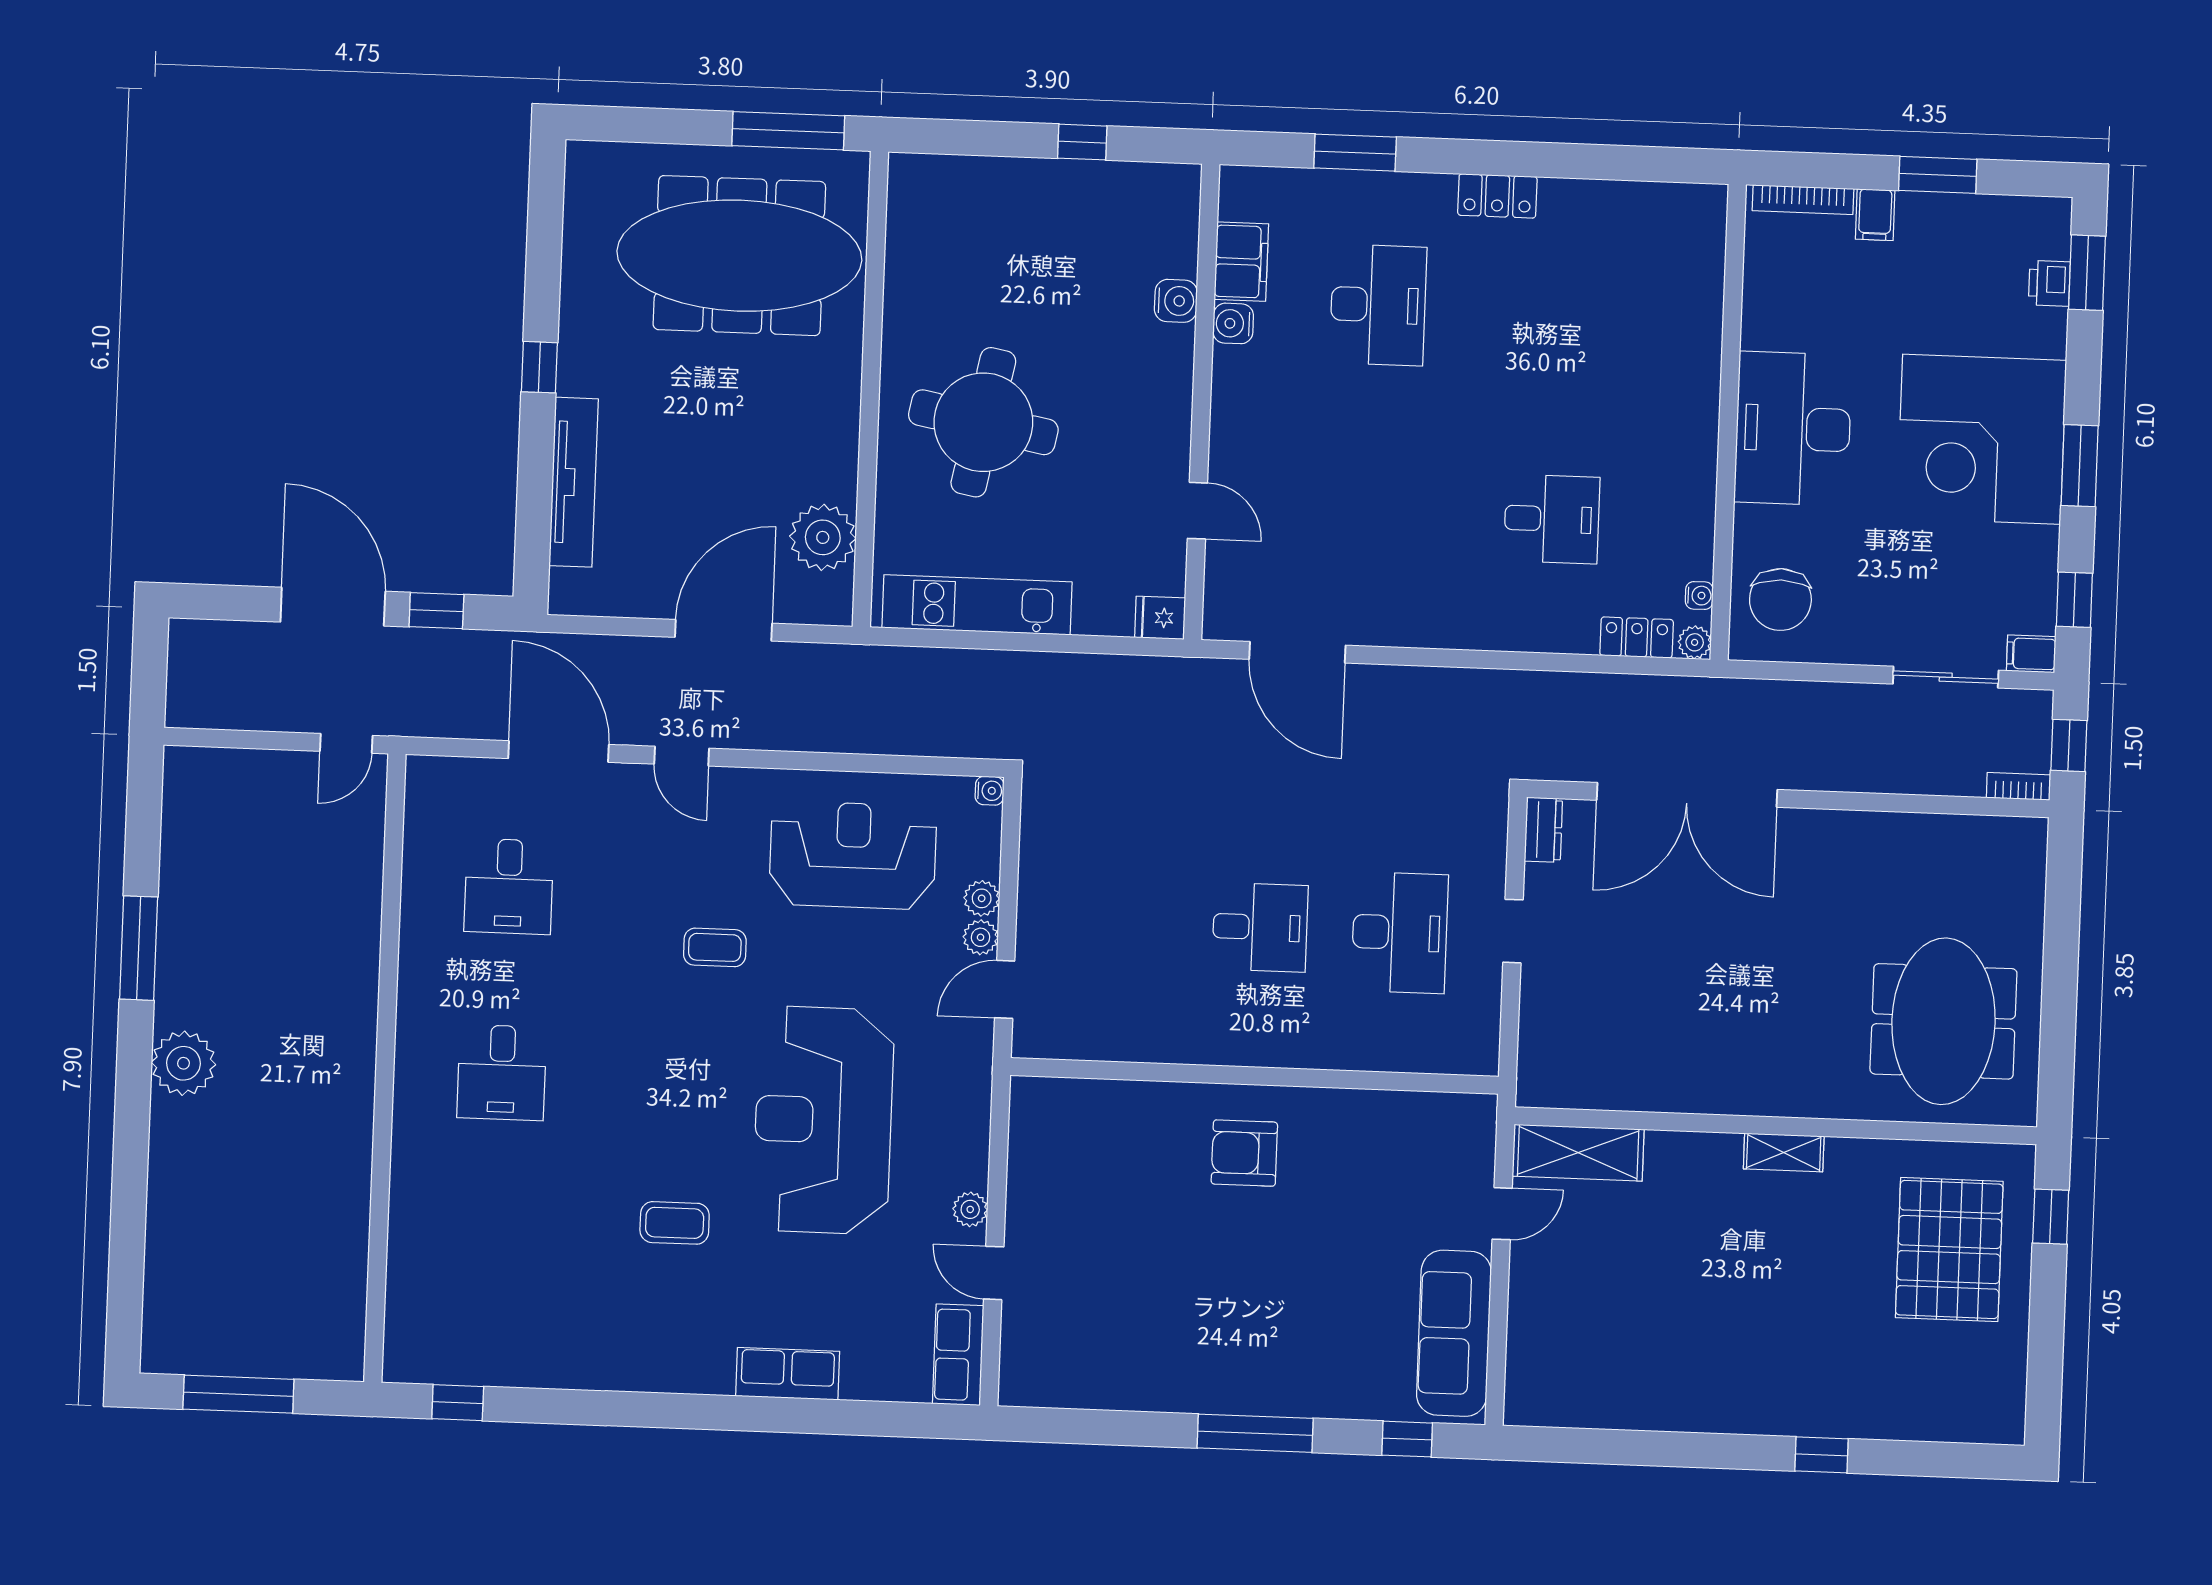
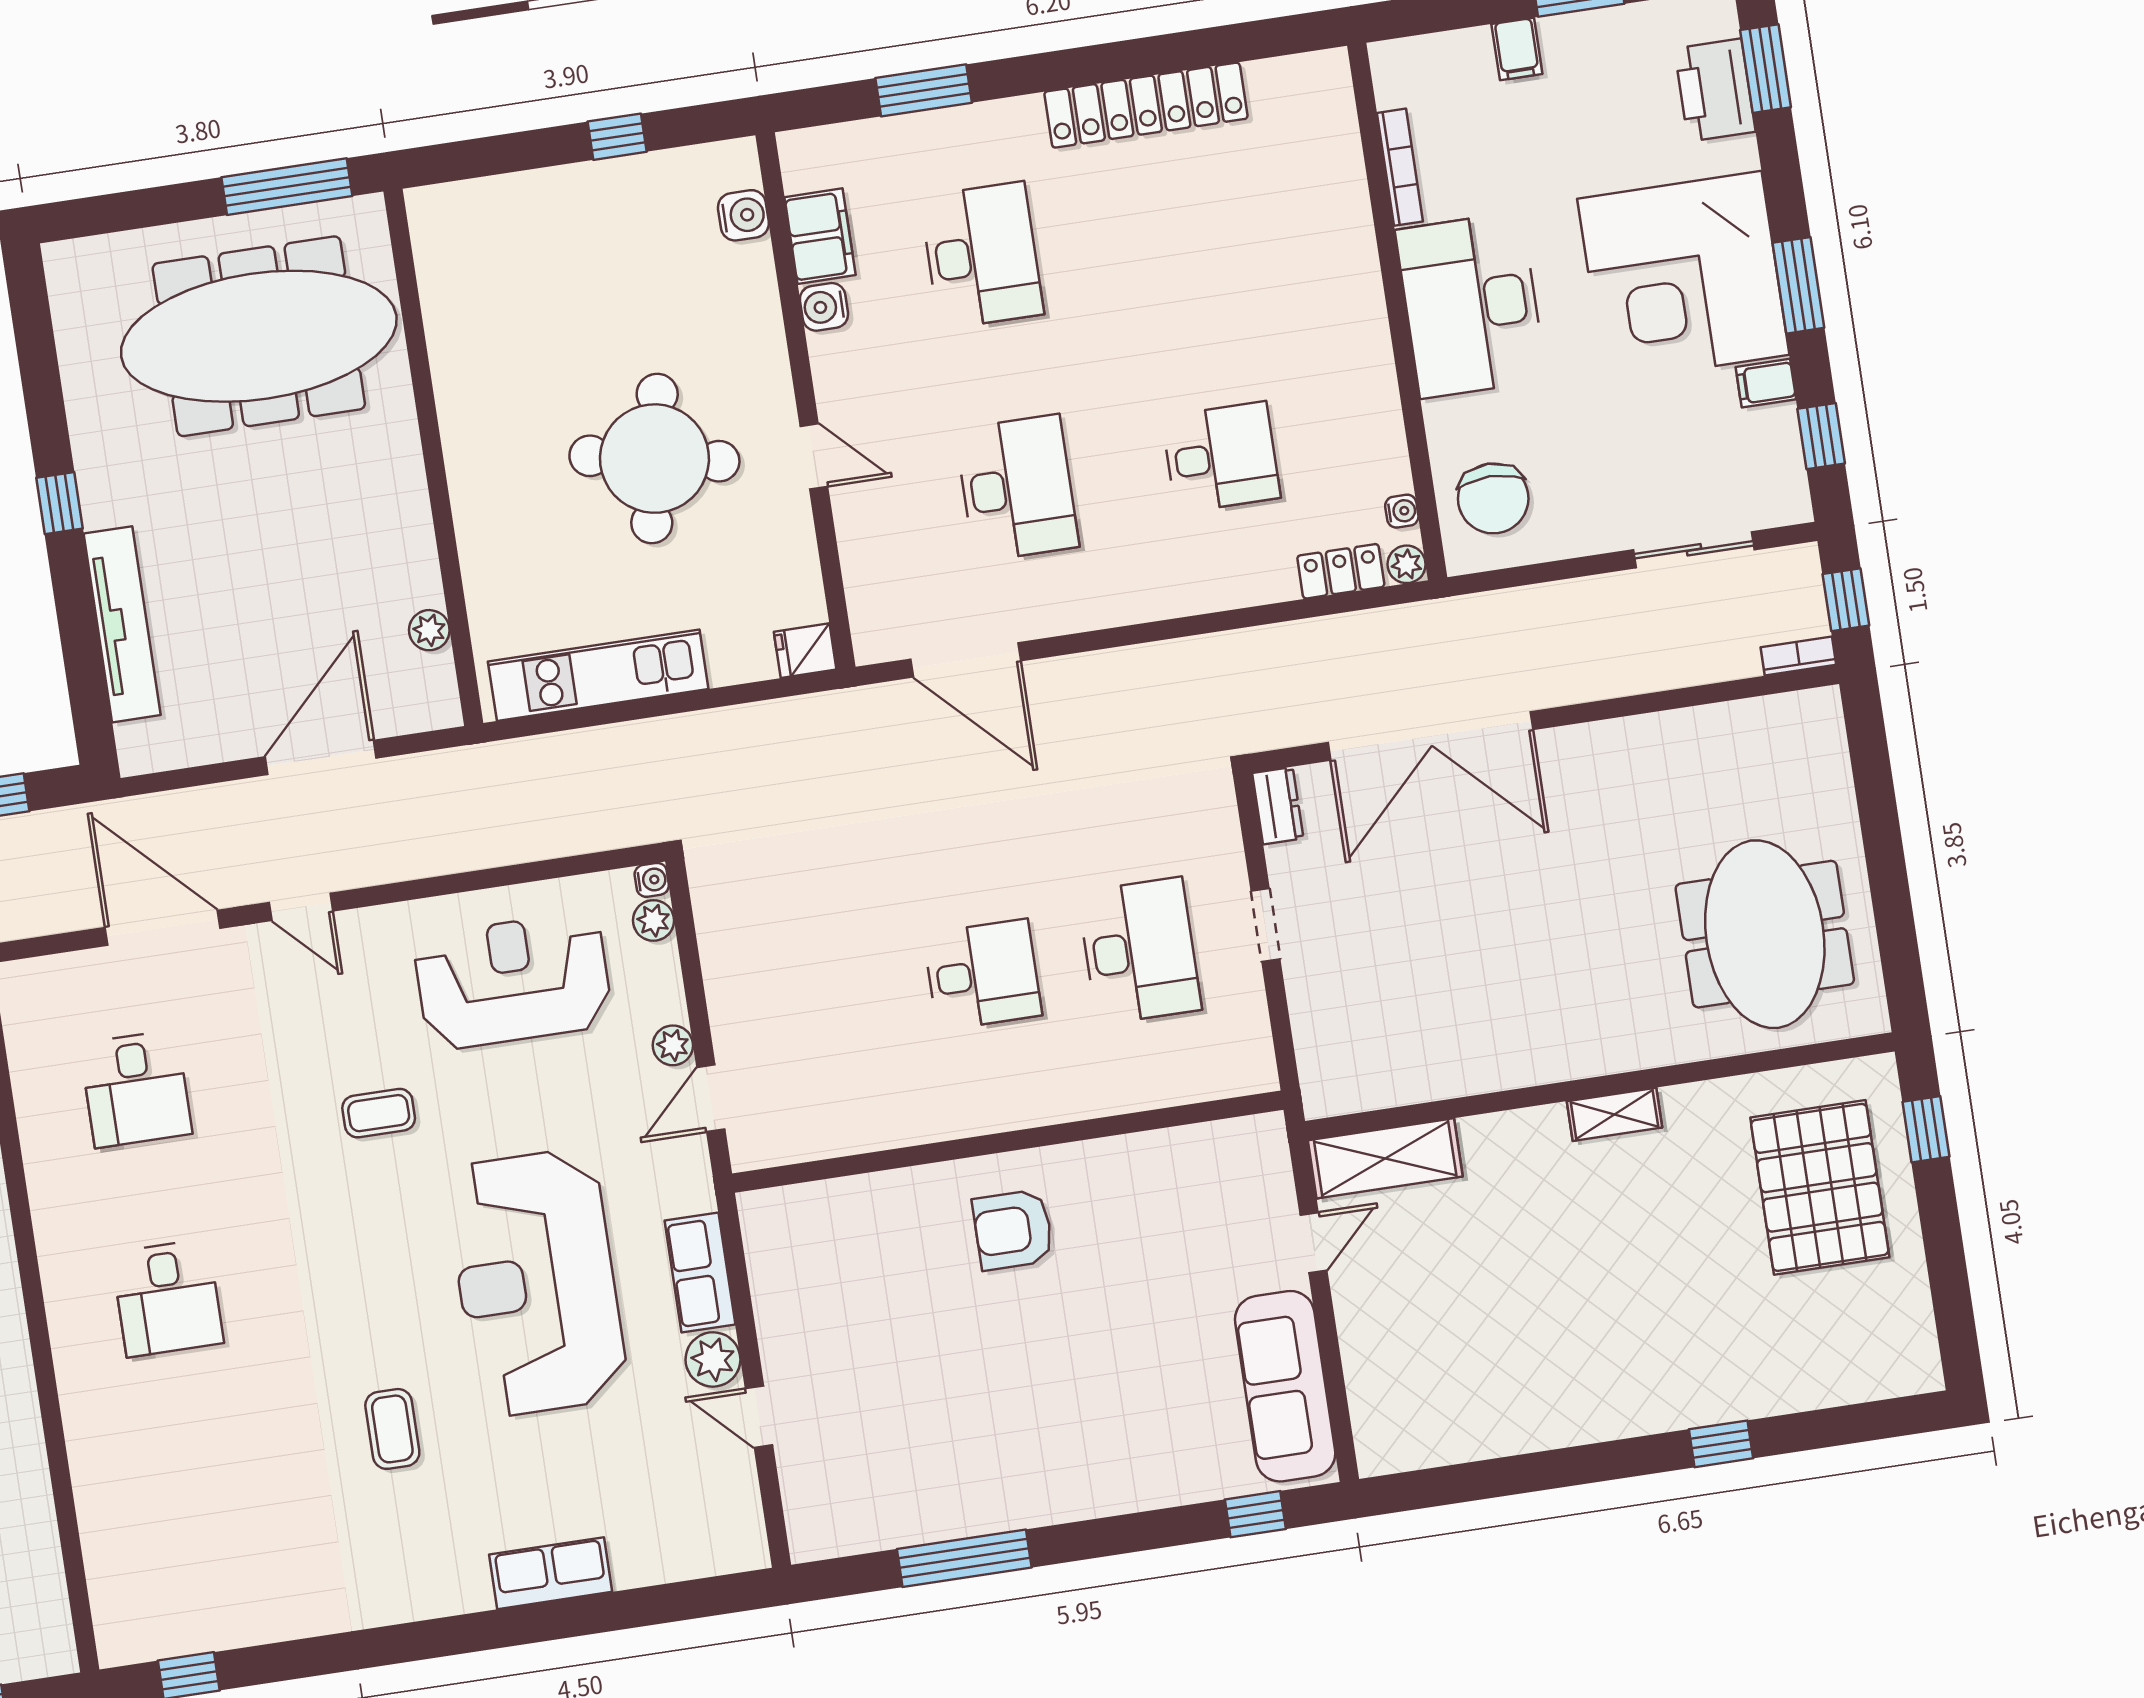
locker: (1497, 196) -> (1146, 105), width x2.16, depth x1.21
bookcase: (1803, 200) -> (1400, 167), moved, turned -90
printer: (2049, 283) -> (1715, 90), width x1.87, depth x1.48
water cooler: (1176, 301) -> (743, 215), moved
round table: (983, 422) -> (654, 459), moved
door: (1197, 511) -> (814, 456), moved
desk: (1370, 512) -> (1017, 488), added
plant: (823, 537) -> (429, 630), width x0.53, depth x0.53
filing cabinet: (2031, 654) -> (1766, 383), moved
plant: (982, 898) -> (654, 920), moved
plant: (970, 1209) -> (713, 1359), width x1.38, depth x1.38
coffee table: (675, 1223) -> (392, 1429), turned 90
row of seats: (958, 1355) -> (700, 1272), moved
window: (1255, 1433) -> (964, 1558), moved

